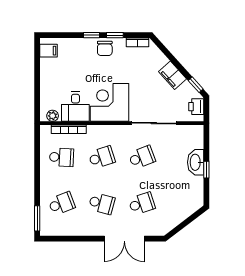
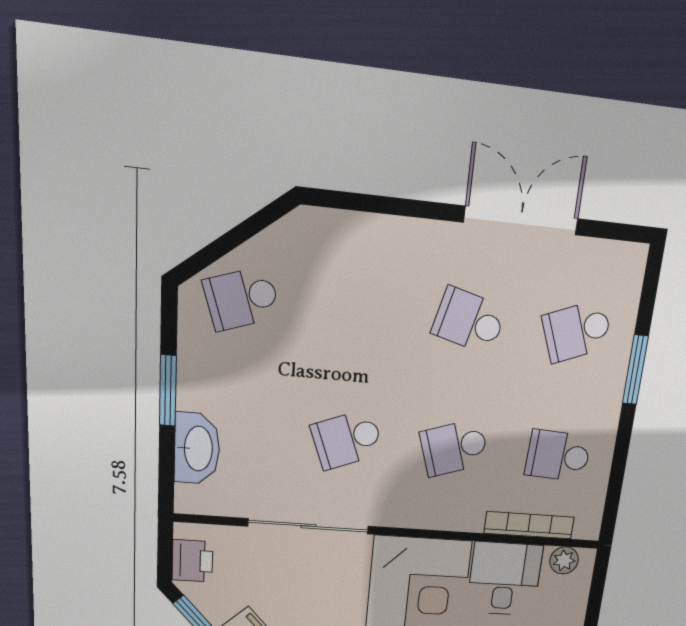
washbasin: (196, 162) -> (197, 449), moved
window: (206, 170) -> (168, 391), width x1.50
school desk: (142, 203) -> (242, 299), moved
window: (37, 218) -> (635, 370), moved
double door: (124, 239) -> (521, 221), moved

